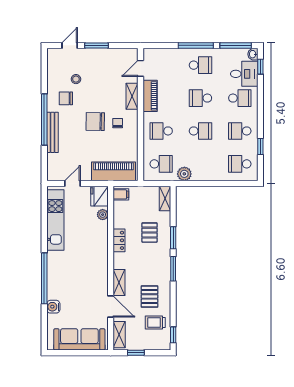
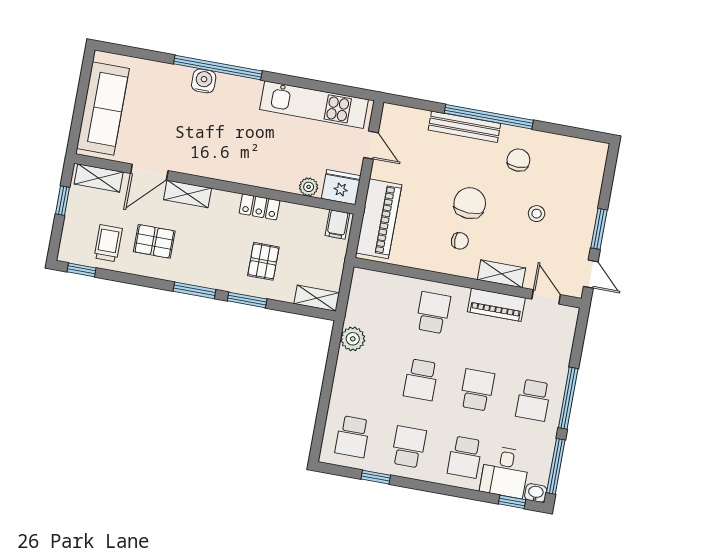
door: (70, 45) -> (591, 274), moved
stool: (76, 79) -> (537, 214), moved
school desk: (161, 164) -> (377, 302), removed
school desk: (240, 164) -> (353, 437), turned 180
pallet: (150, 233) -> (263, 261), turned 90
water cooler: (53, 307) -> (204, 81), moved

